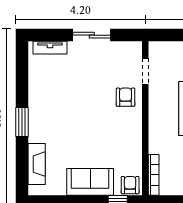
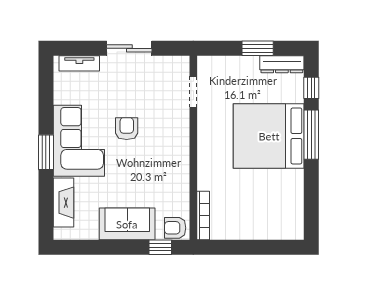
armchair: (125, 97) -> (127, 129), moved
corner sofa: (50, 112) -> (79, 141), added
armchair: (130, 185) -> (175, 228), turned -90

